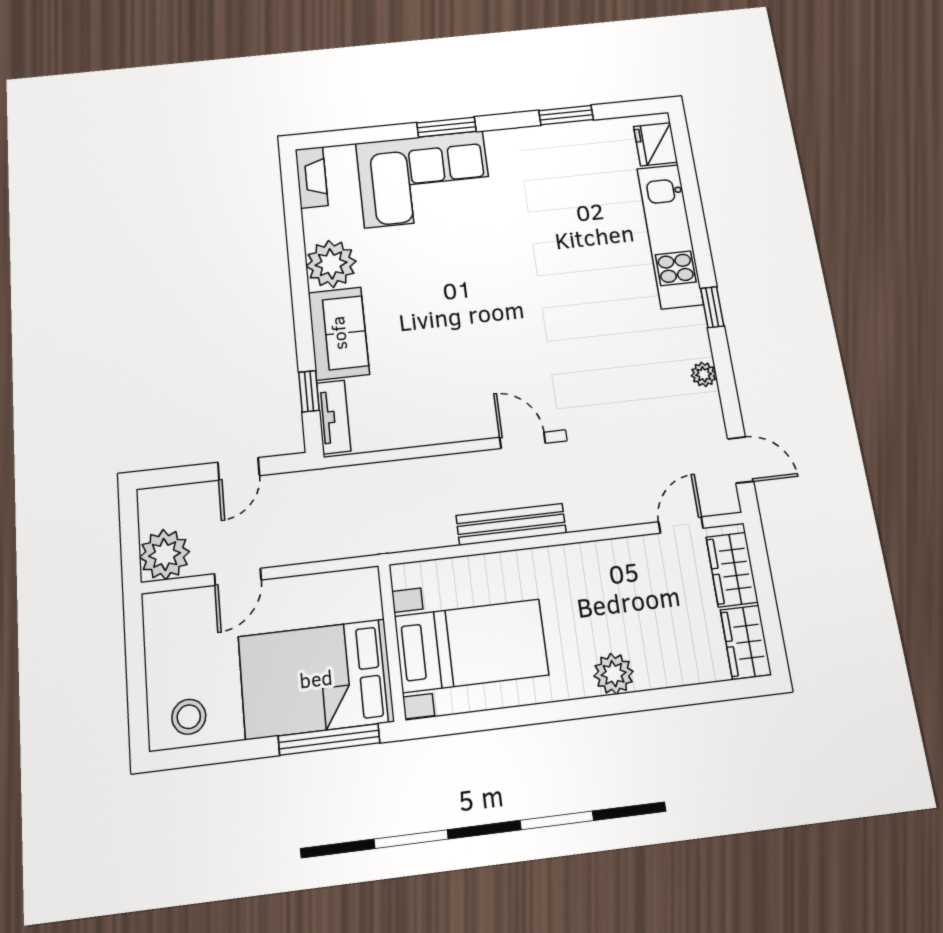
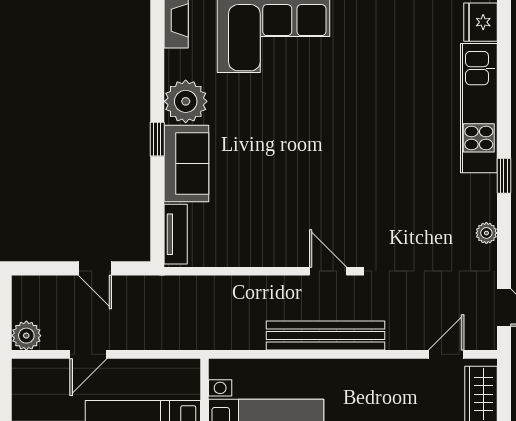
window: (309, 391) -> (157, 139), moved
door: (239, 469) -> (95, 268), hinge flipped
bench: (511, 524) -> (326, 336), width x1.37, depth x1.21
plant: (165, 555) -> (26, 336), width x0.73, depth x0.73

